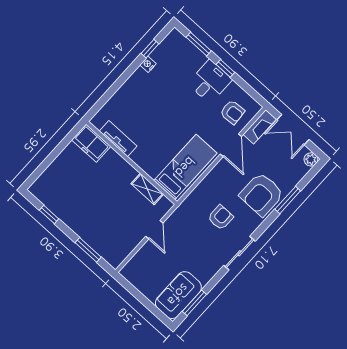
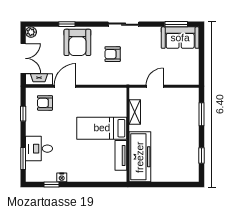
window: (225, 68) -> (23, 114), moved
desk: (210, 82) -> (39, 149), moved
armchair: (232, 112) -> (45, 103), turned -86
freezer: (91, 143) -> (140, 157), width x1.91, depth x1.26
bed: (185, 167) -> (102, 128), moved
armchair: (262, 194) -> (77, 42), turned 90
window: (288, 200) -> (67, 24), width x0.67

